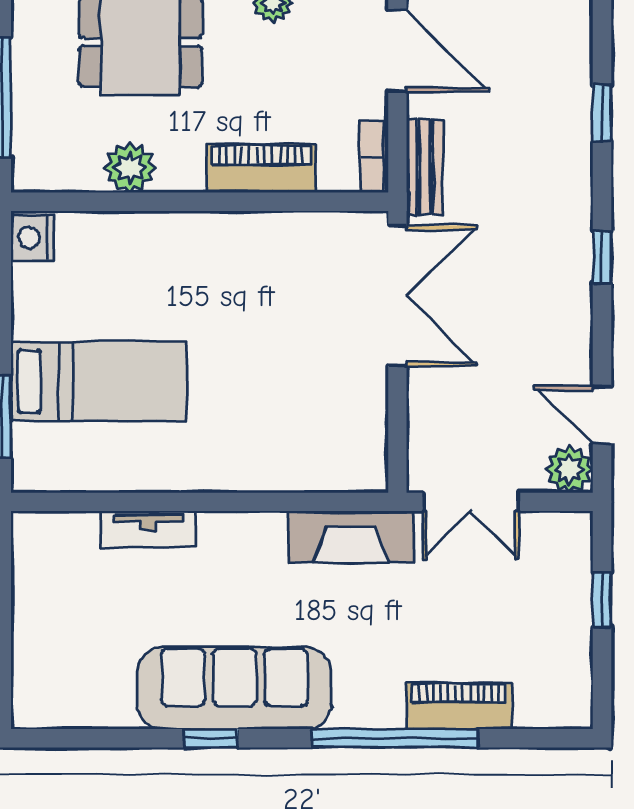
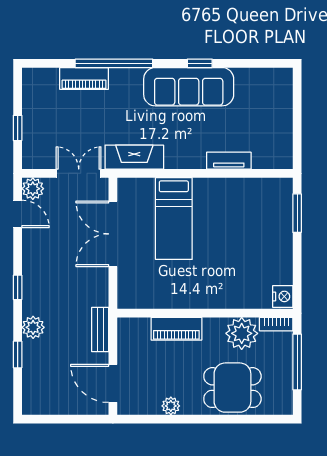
bookcase: (374, 157) -> (276, 324), moved, turned 90
plant: (130, 167) -> (242, 333), width x1.36, depth x1.36
plant: (569, 171) -> (33, 327), added
double door: (397, 296) -> (113, 234), moved
bed: (99, 381) -> (174, 219), moved, turned -90

